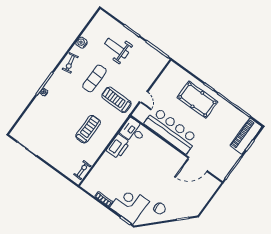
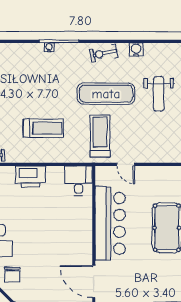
weight bench: (117, 48) -> (159, 94), turned 180
exercise mat: (94, 79) -> (106, 94), width x1.36, depth x1.45
door: (144, 97) -> (126, 164), hinge flipped
printer: (118, 146) -> (30, 177), moved

